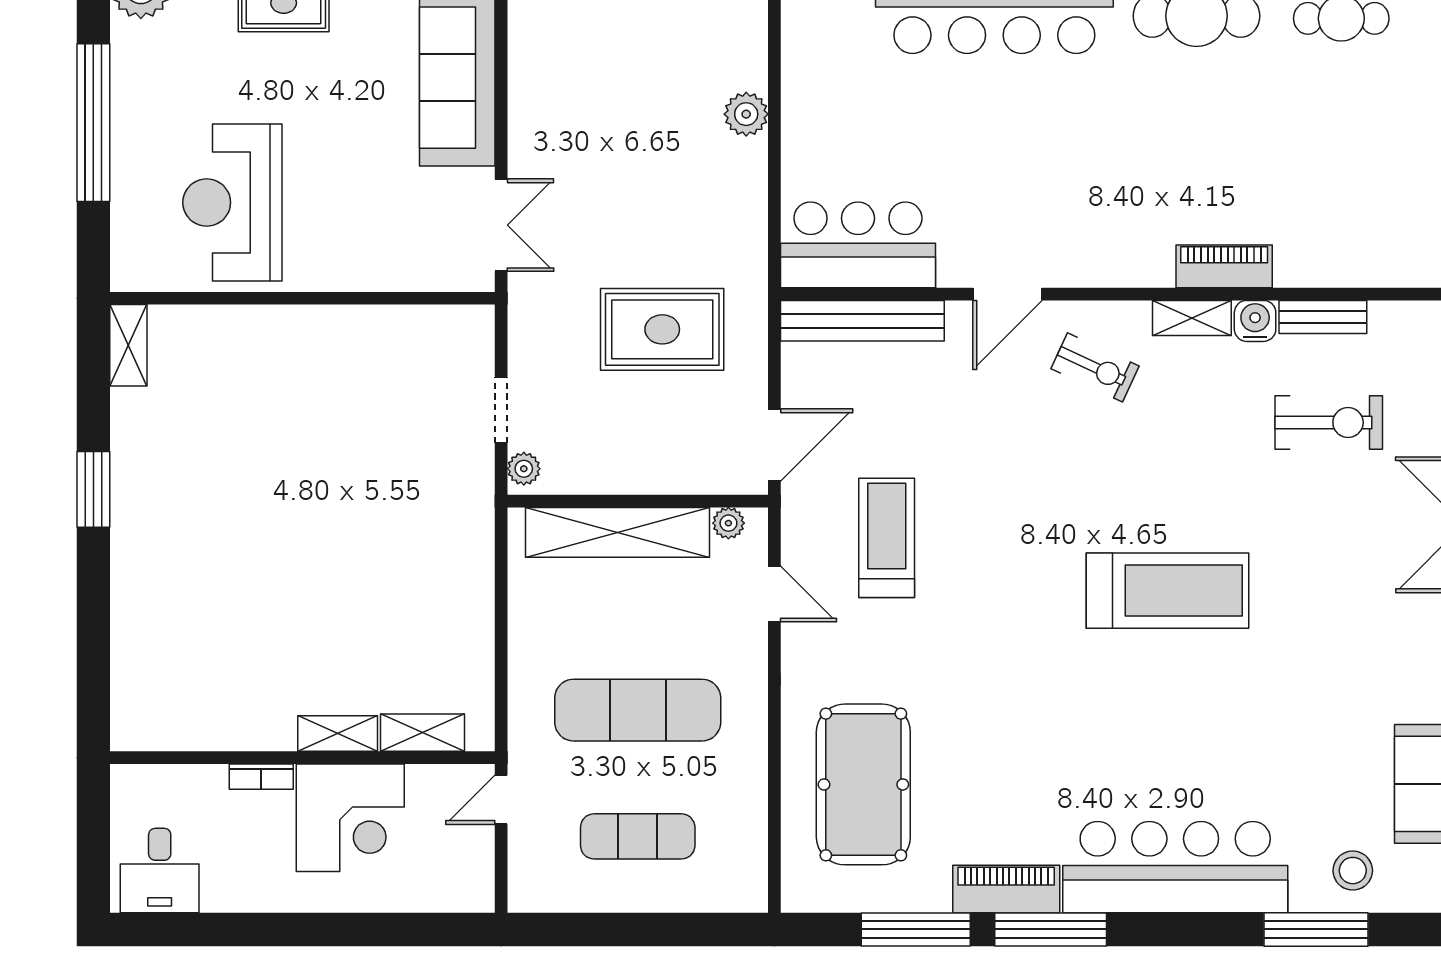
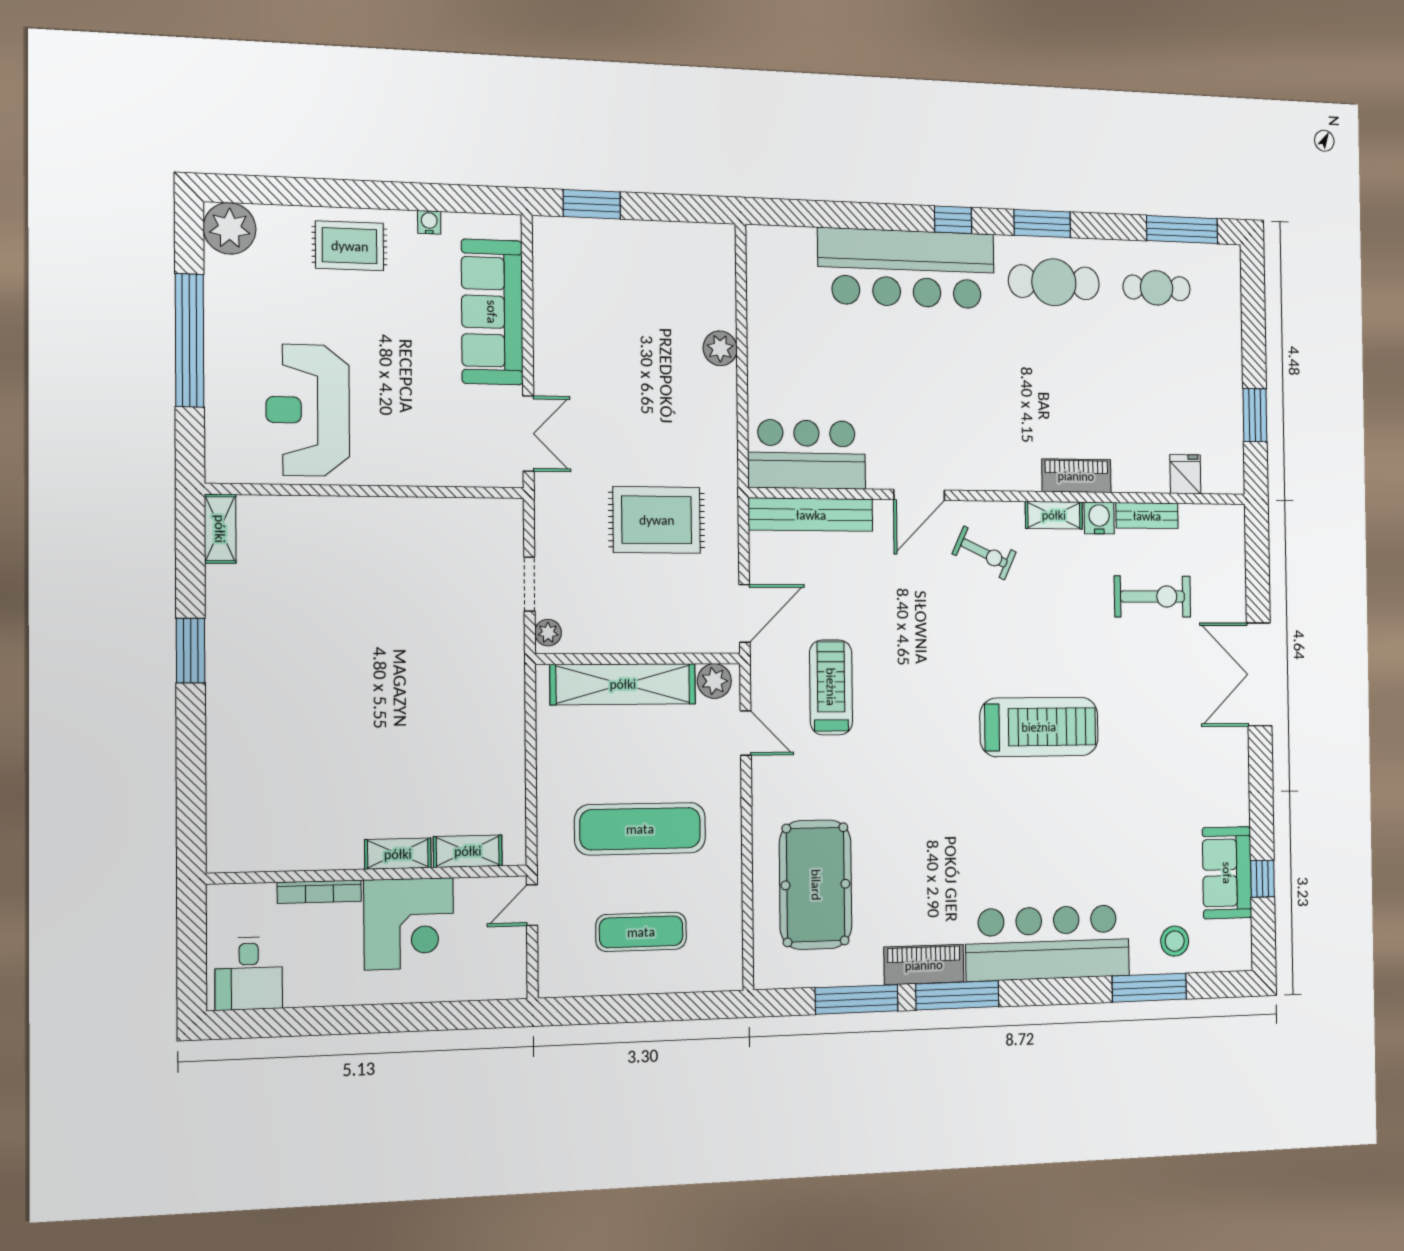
fridge: (1378, 262) -> (1185, 474), added
plant: (728, 523) -> (714, 681), width x1.38, depth x1.38
bookcase: (261, 777) -> (319, 892), width x1.56

